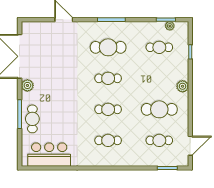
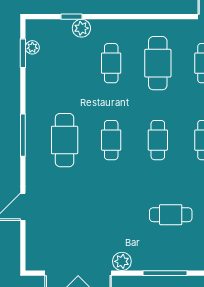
cafe table: (159, 47) -> (111, 63), moved
plant: (183, 86) -> (81, 28), moved
cafe table: (32, 119) -> (171, 215), moved

